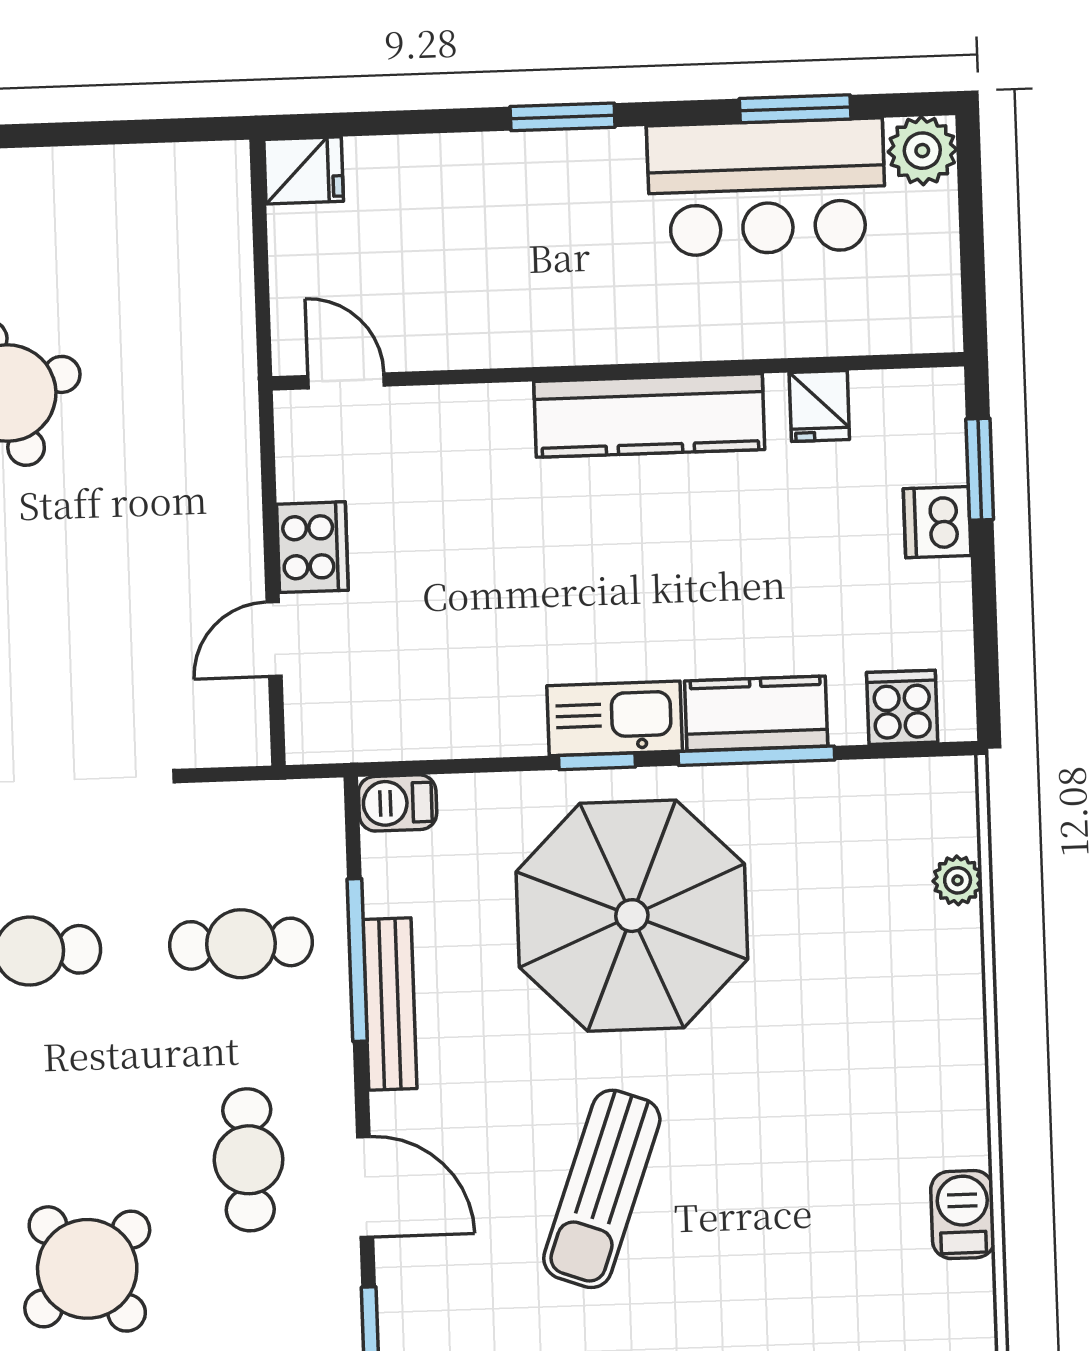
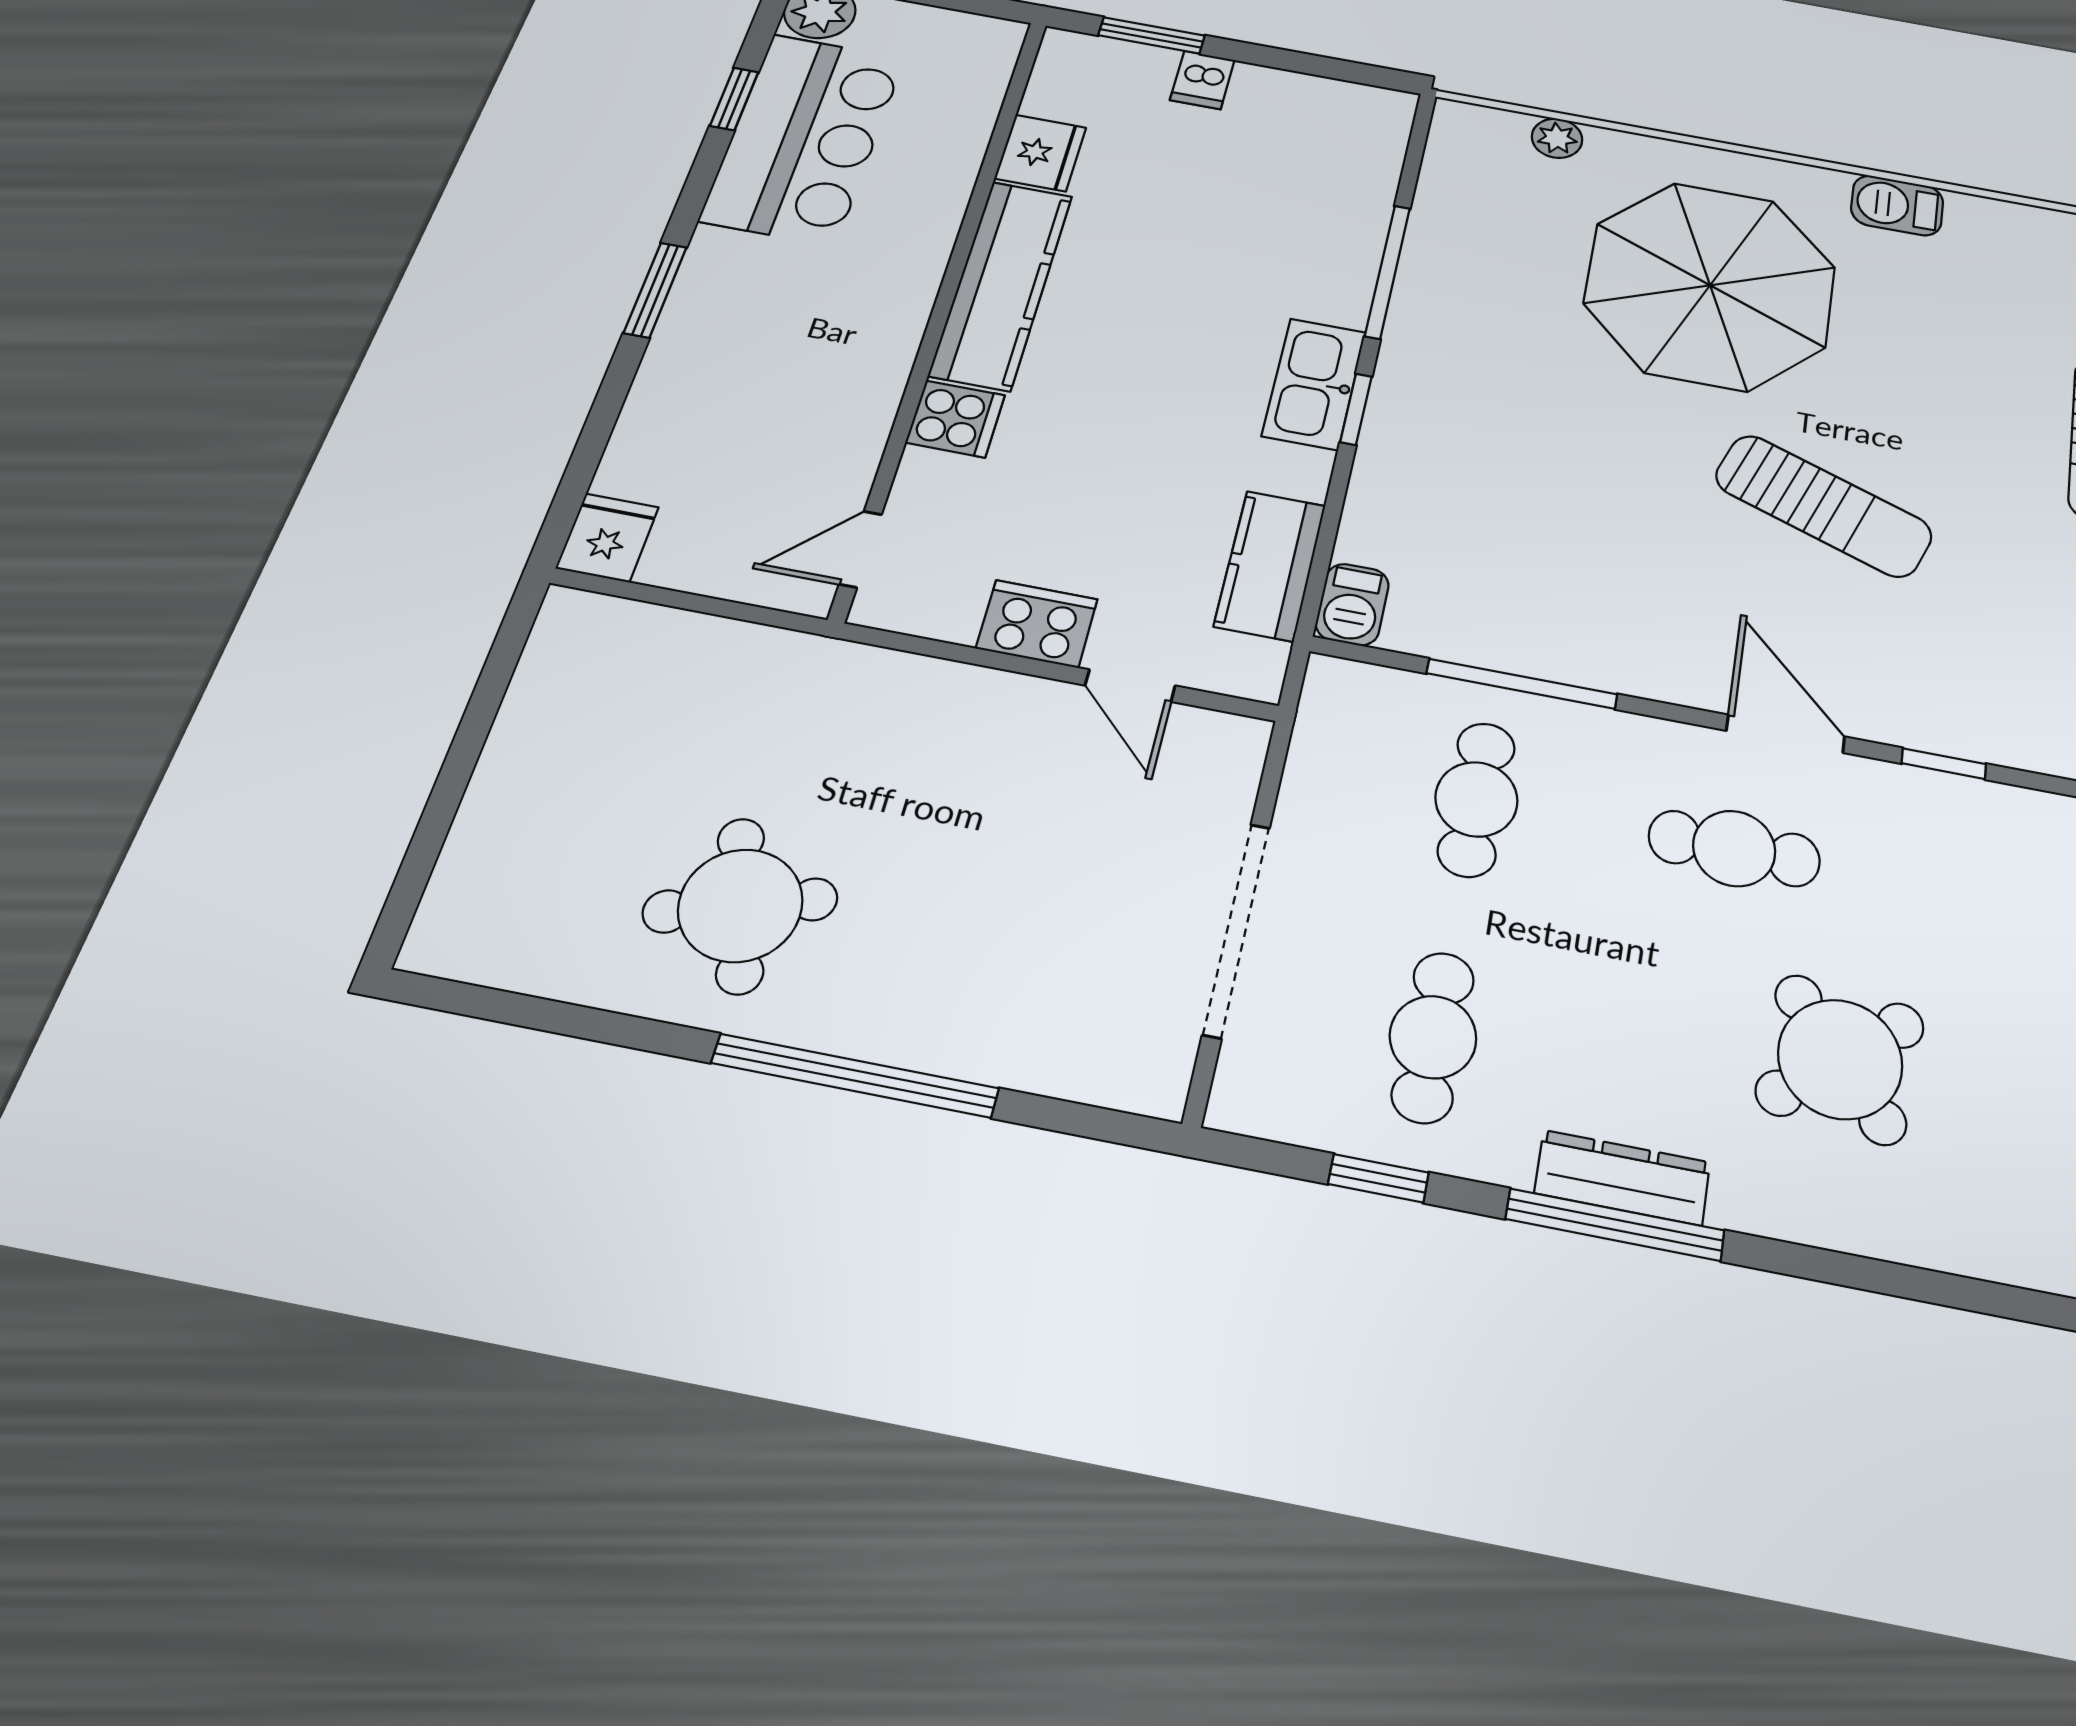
window: (795, 109) -> (734, 99), width x0.67
fridge: (819, 406) -> (1040, 153), width x1.38
dishwasher: (937, 522) -> (1202, 80), width x0.73
cooker: (902, 707) -> (955, 419), moved, turned 180
kitchen counter: (756, 713) -> (1270, 566), moved
parasol: (632, 916) -> (1710, 285), moved
bench: (390, 1004) -> (1579, 662), removed
door: (365, 1187) -> (1785, 734), hinge flipped

